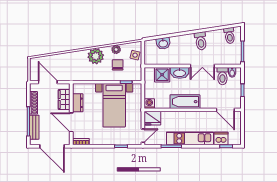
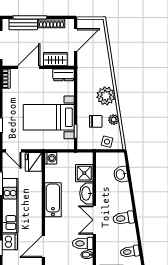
dresser: (78, 103) -> (64, 75), moved

